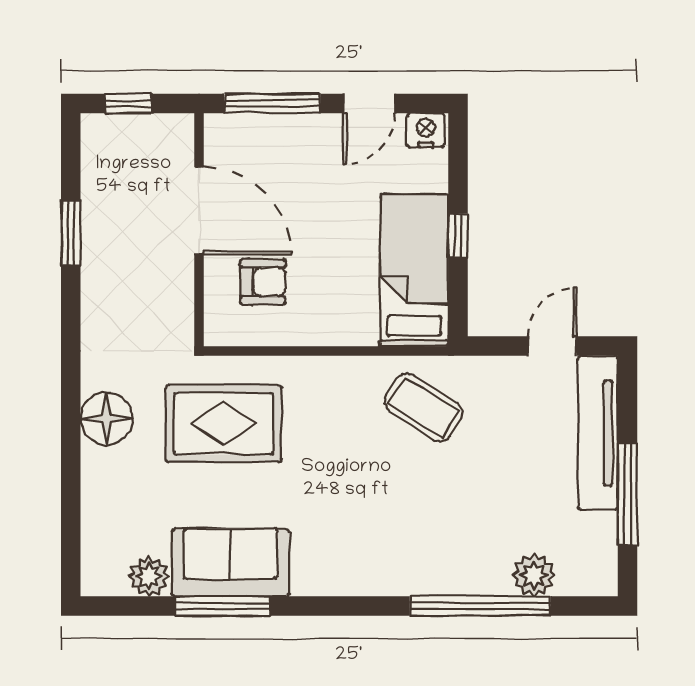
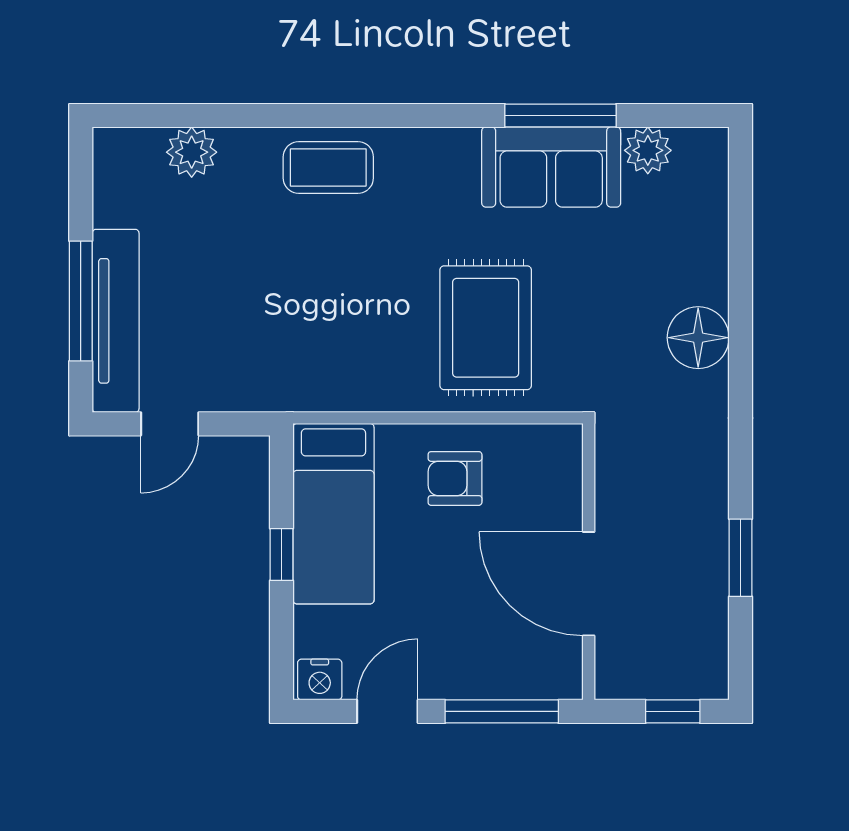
armchair: (263, 282) -> (455, 478), moved
coffee table: (424, 408) -> (328, 167), moved, turned -33
rug: (224, 424) -> (486, 328), moved, turned 90
window: (627, 494) -> (81, 301), moved
window: (480, 606) -> (255, 115), removed

